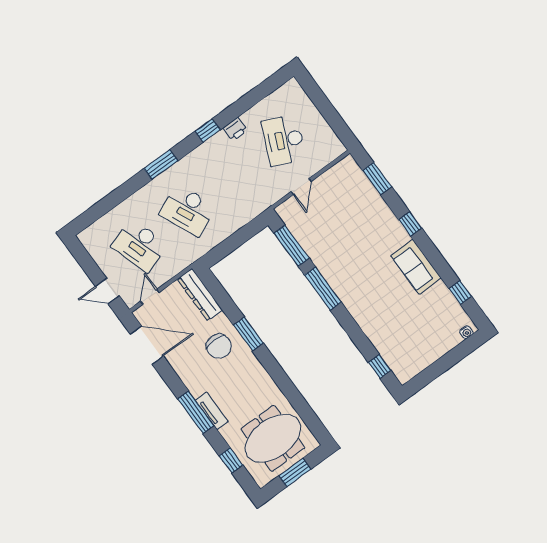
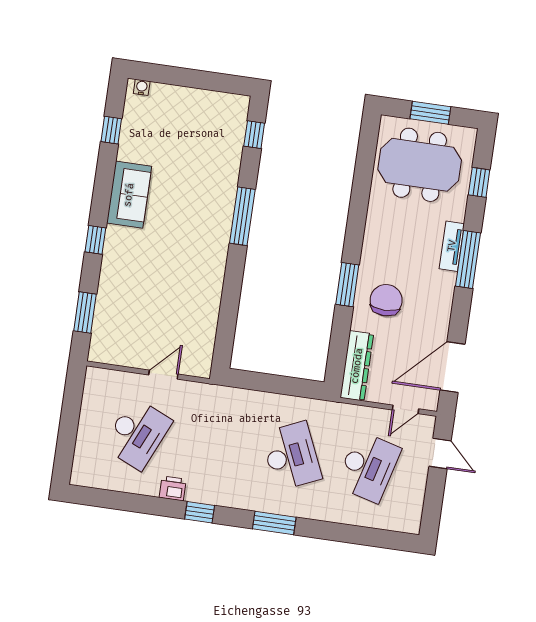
desk: (140, 245) -> (368, 467), turned 33
window: (292, 246) -> (226, 328), removed
window: (323, 289) -> (242, 216), moved
door: (147, 345) -> (452, 367), hinge flipped

